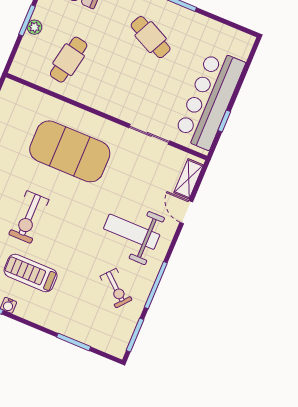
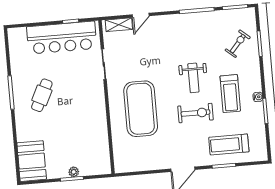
cafe table: (69, 60) -> (83, 140), removed
weight bench: (132, 232) -> (193, 78), moved, width x0.73, depth x0.75
exercise bike: (116, 288) -> (238, 44), moved

